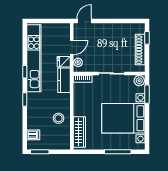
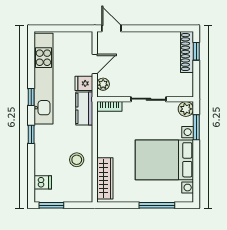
door: (84, 21) -> (111, 28), hinge flipped
shoe rack: (140, 50) -> (187, 52), moved

